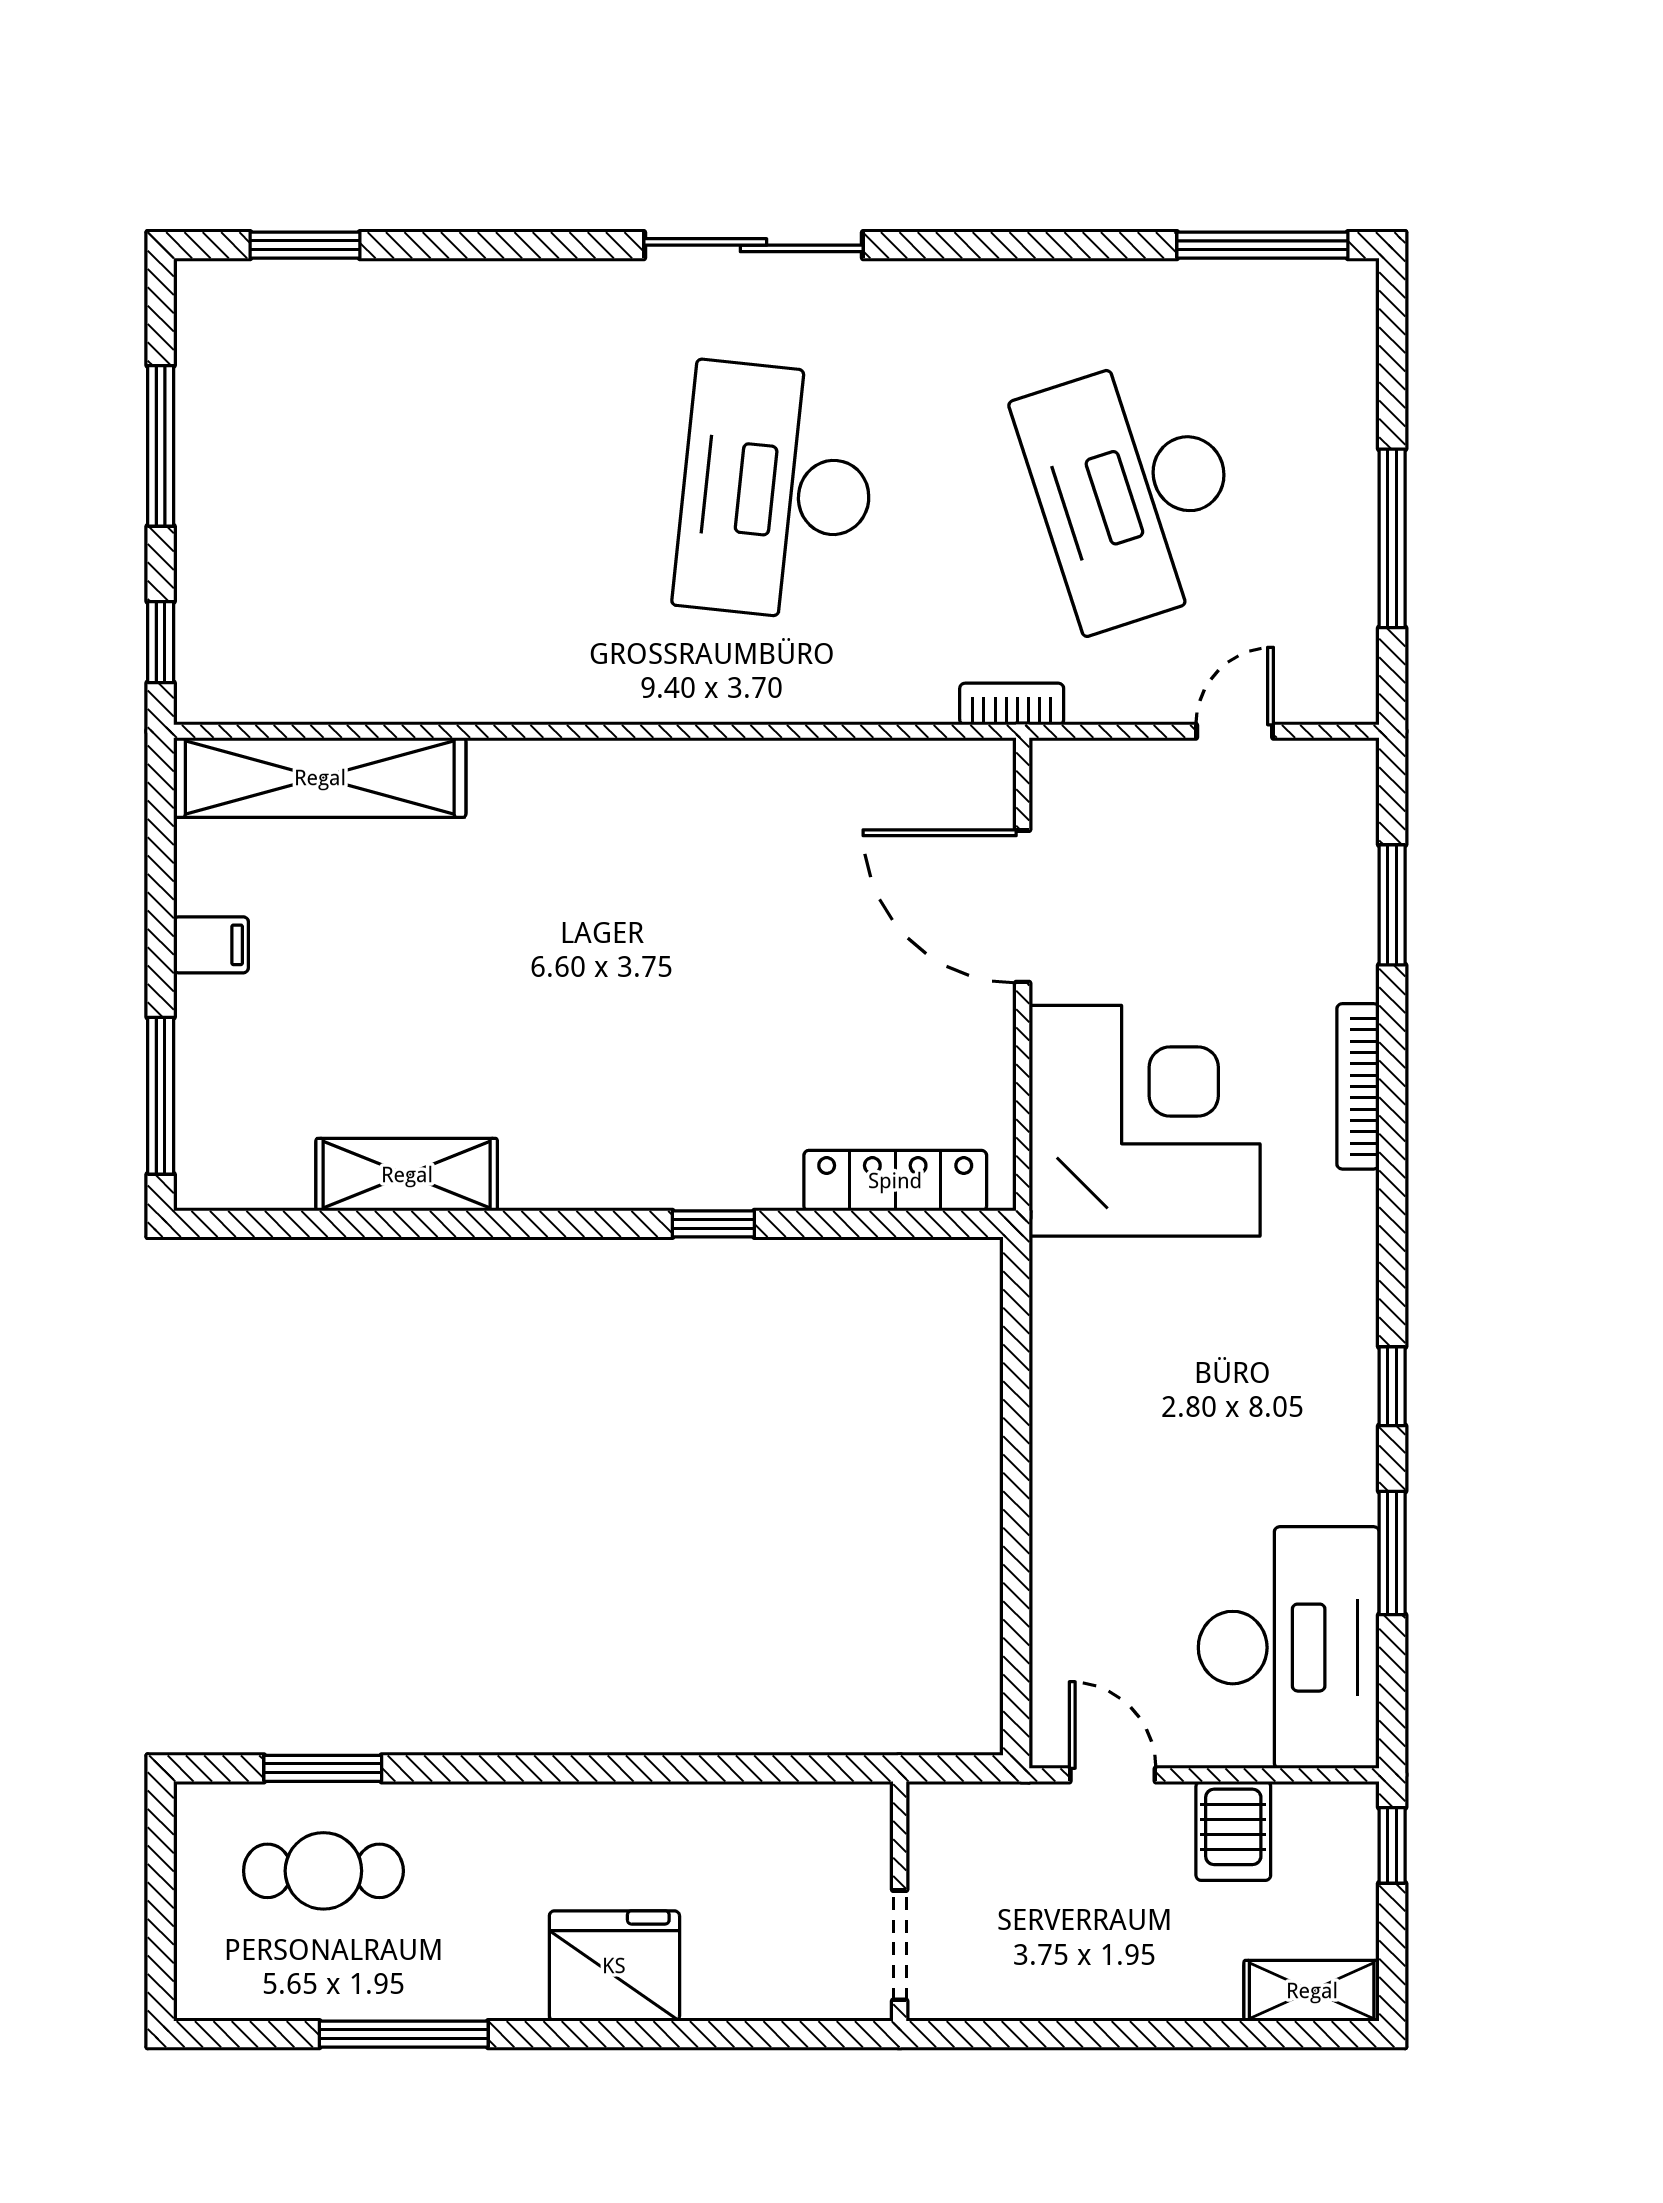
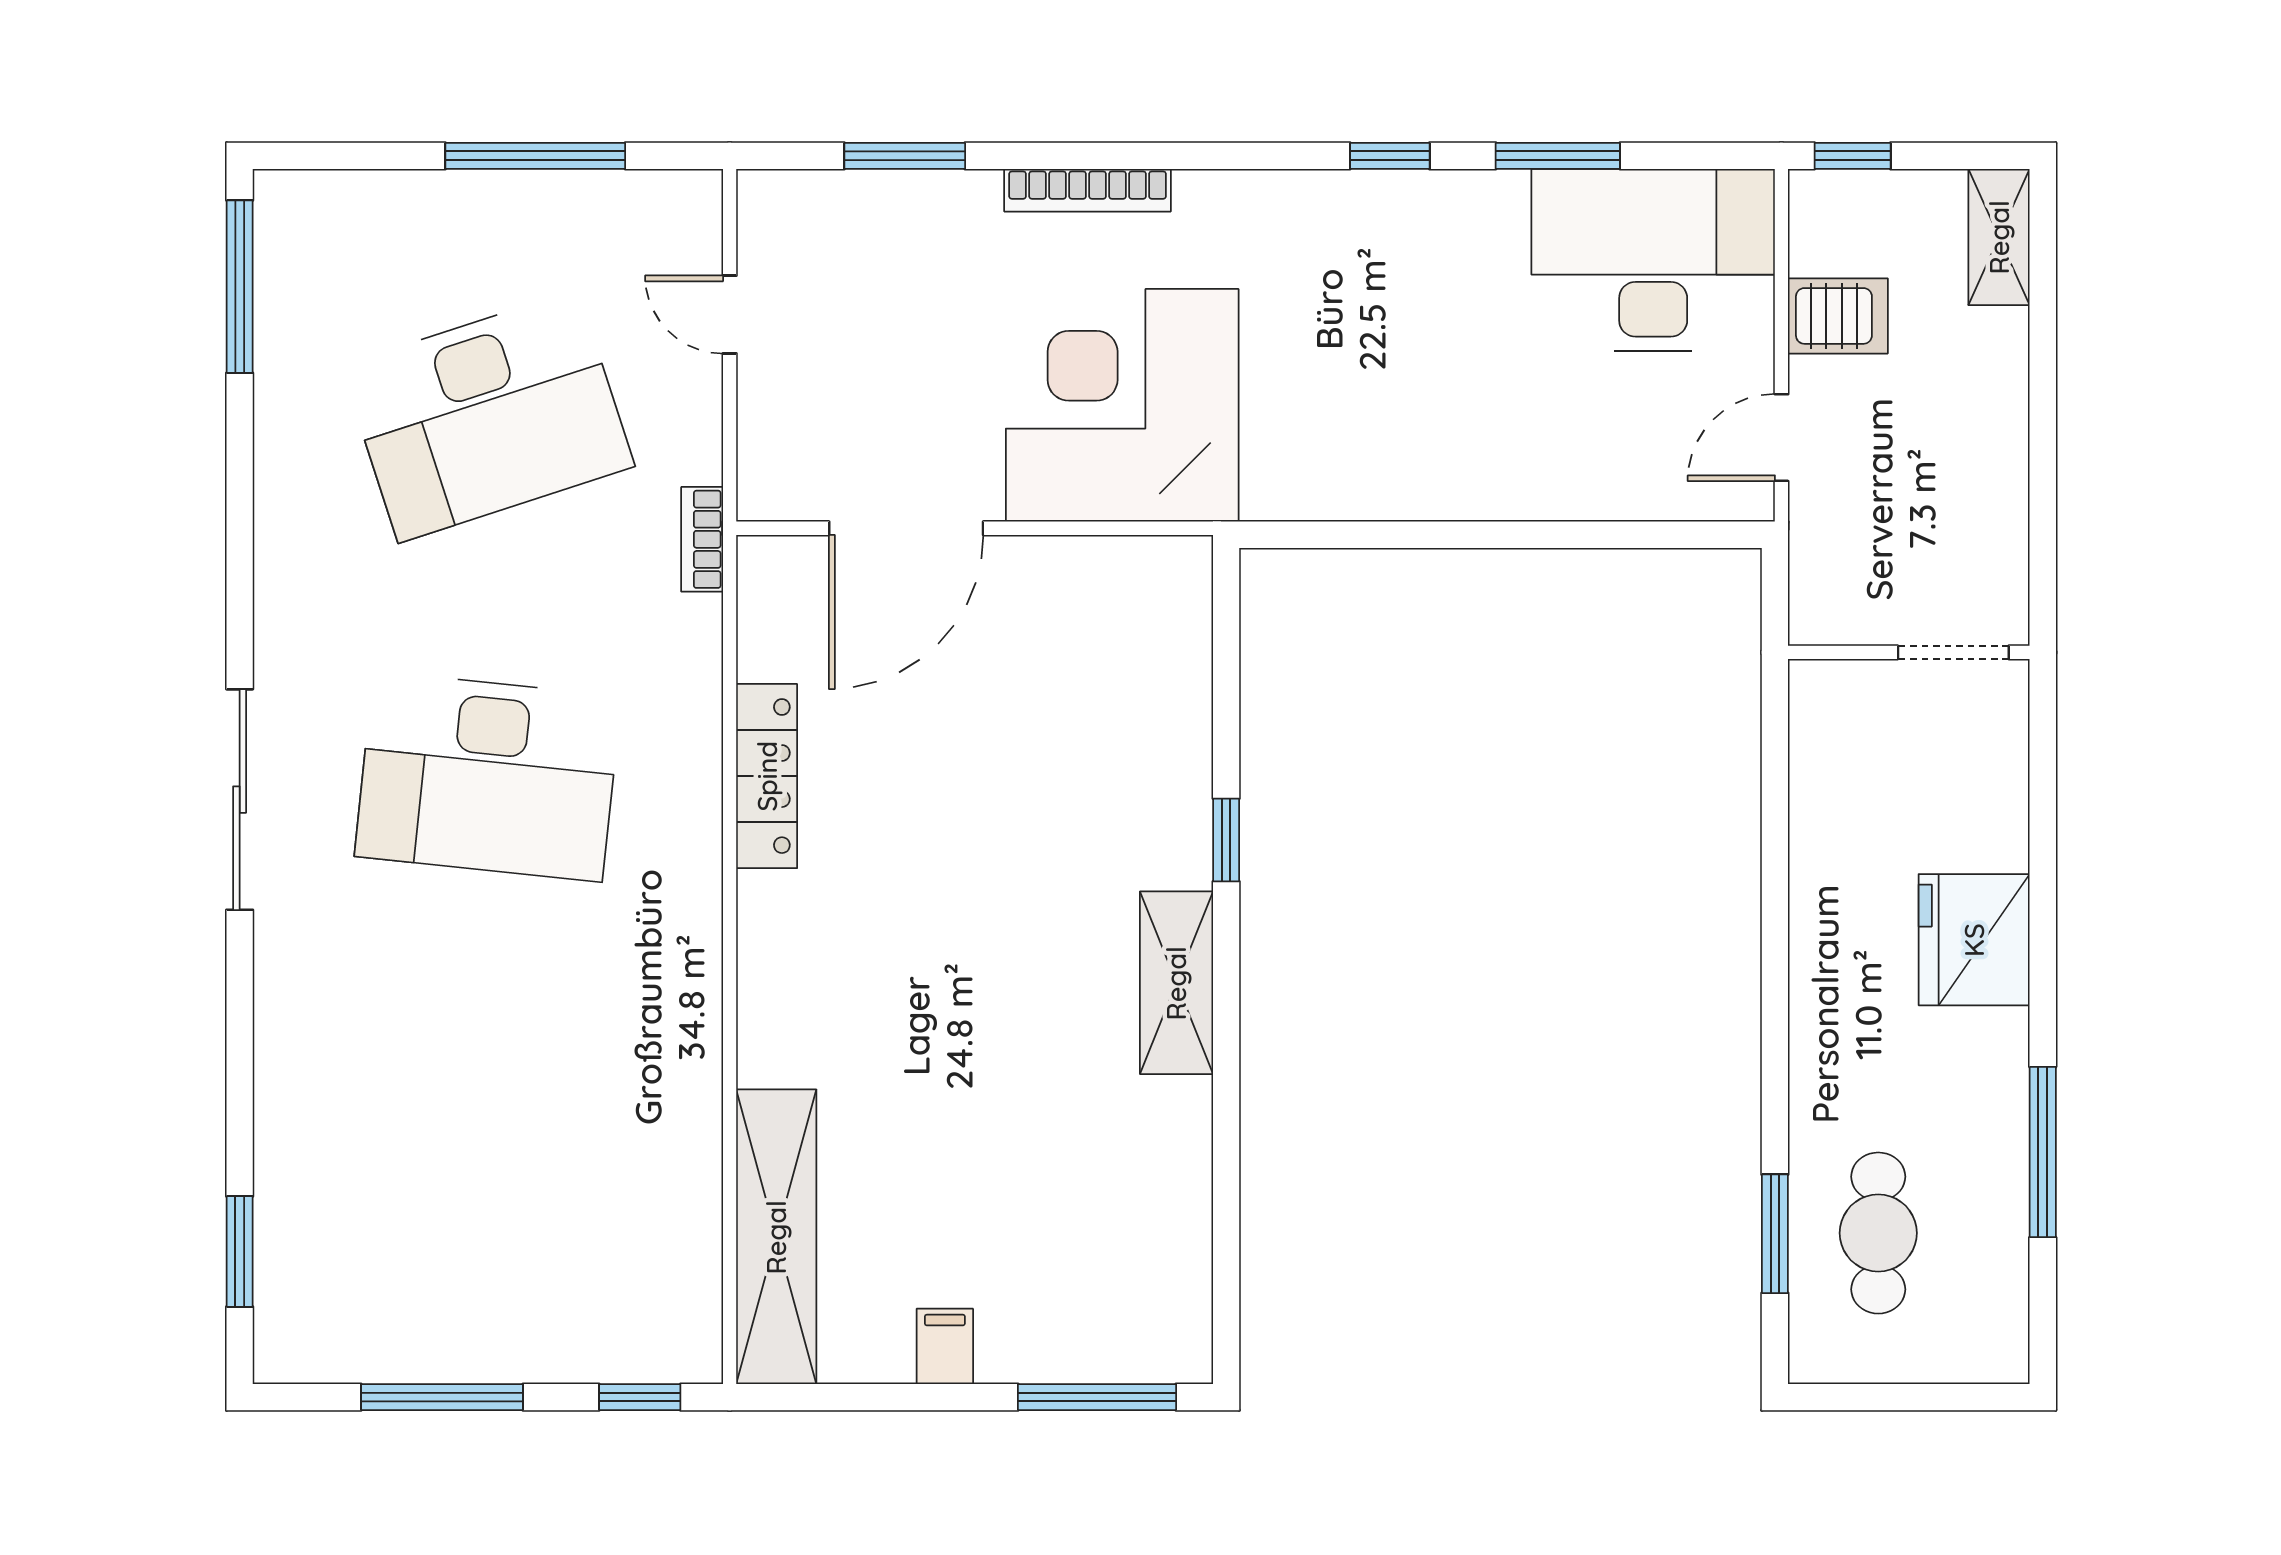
shelving: (407, 1175) -> (1176, 983), moved
locker: (895, 1181) -> (767, 776), moved, turned 180

